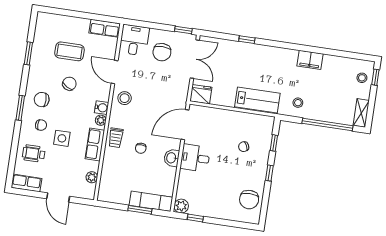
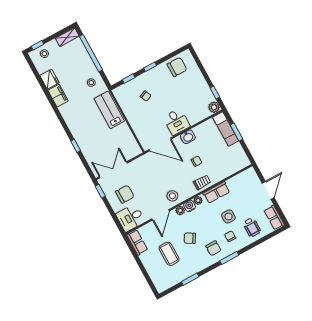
fridge: (201, 94) -> (50, 79), moved, turned 180
plant: (92, 177) -> (180, 210), moved

